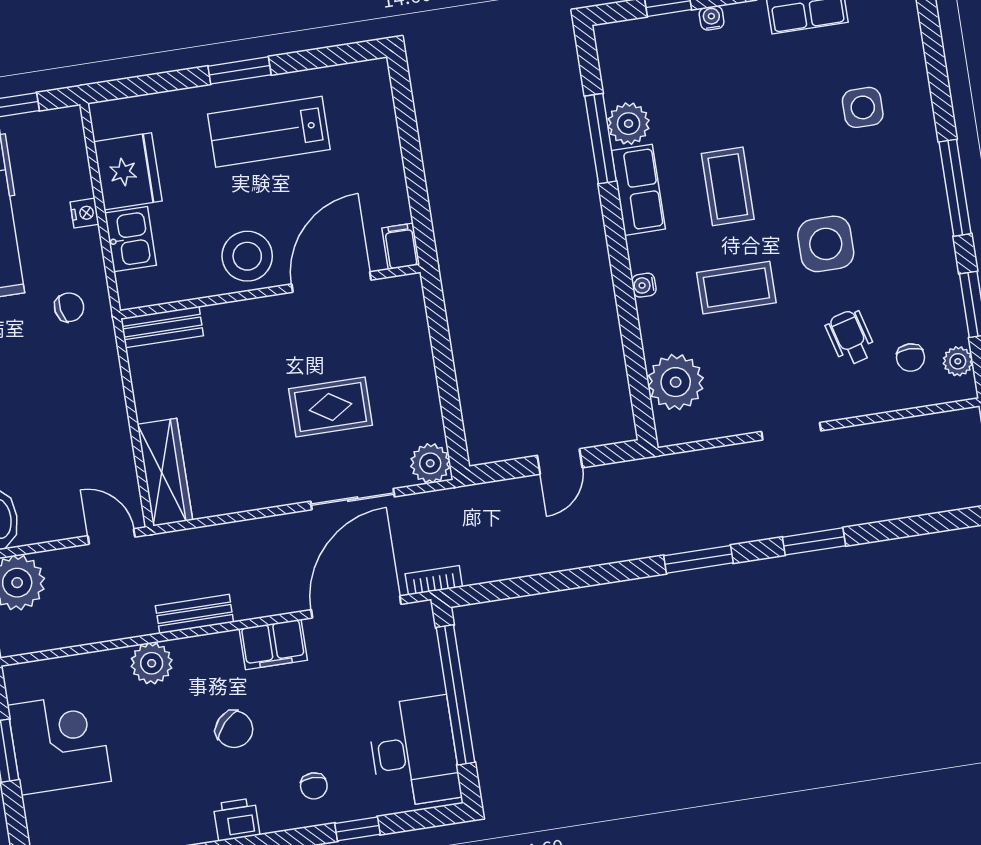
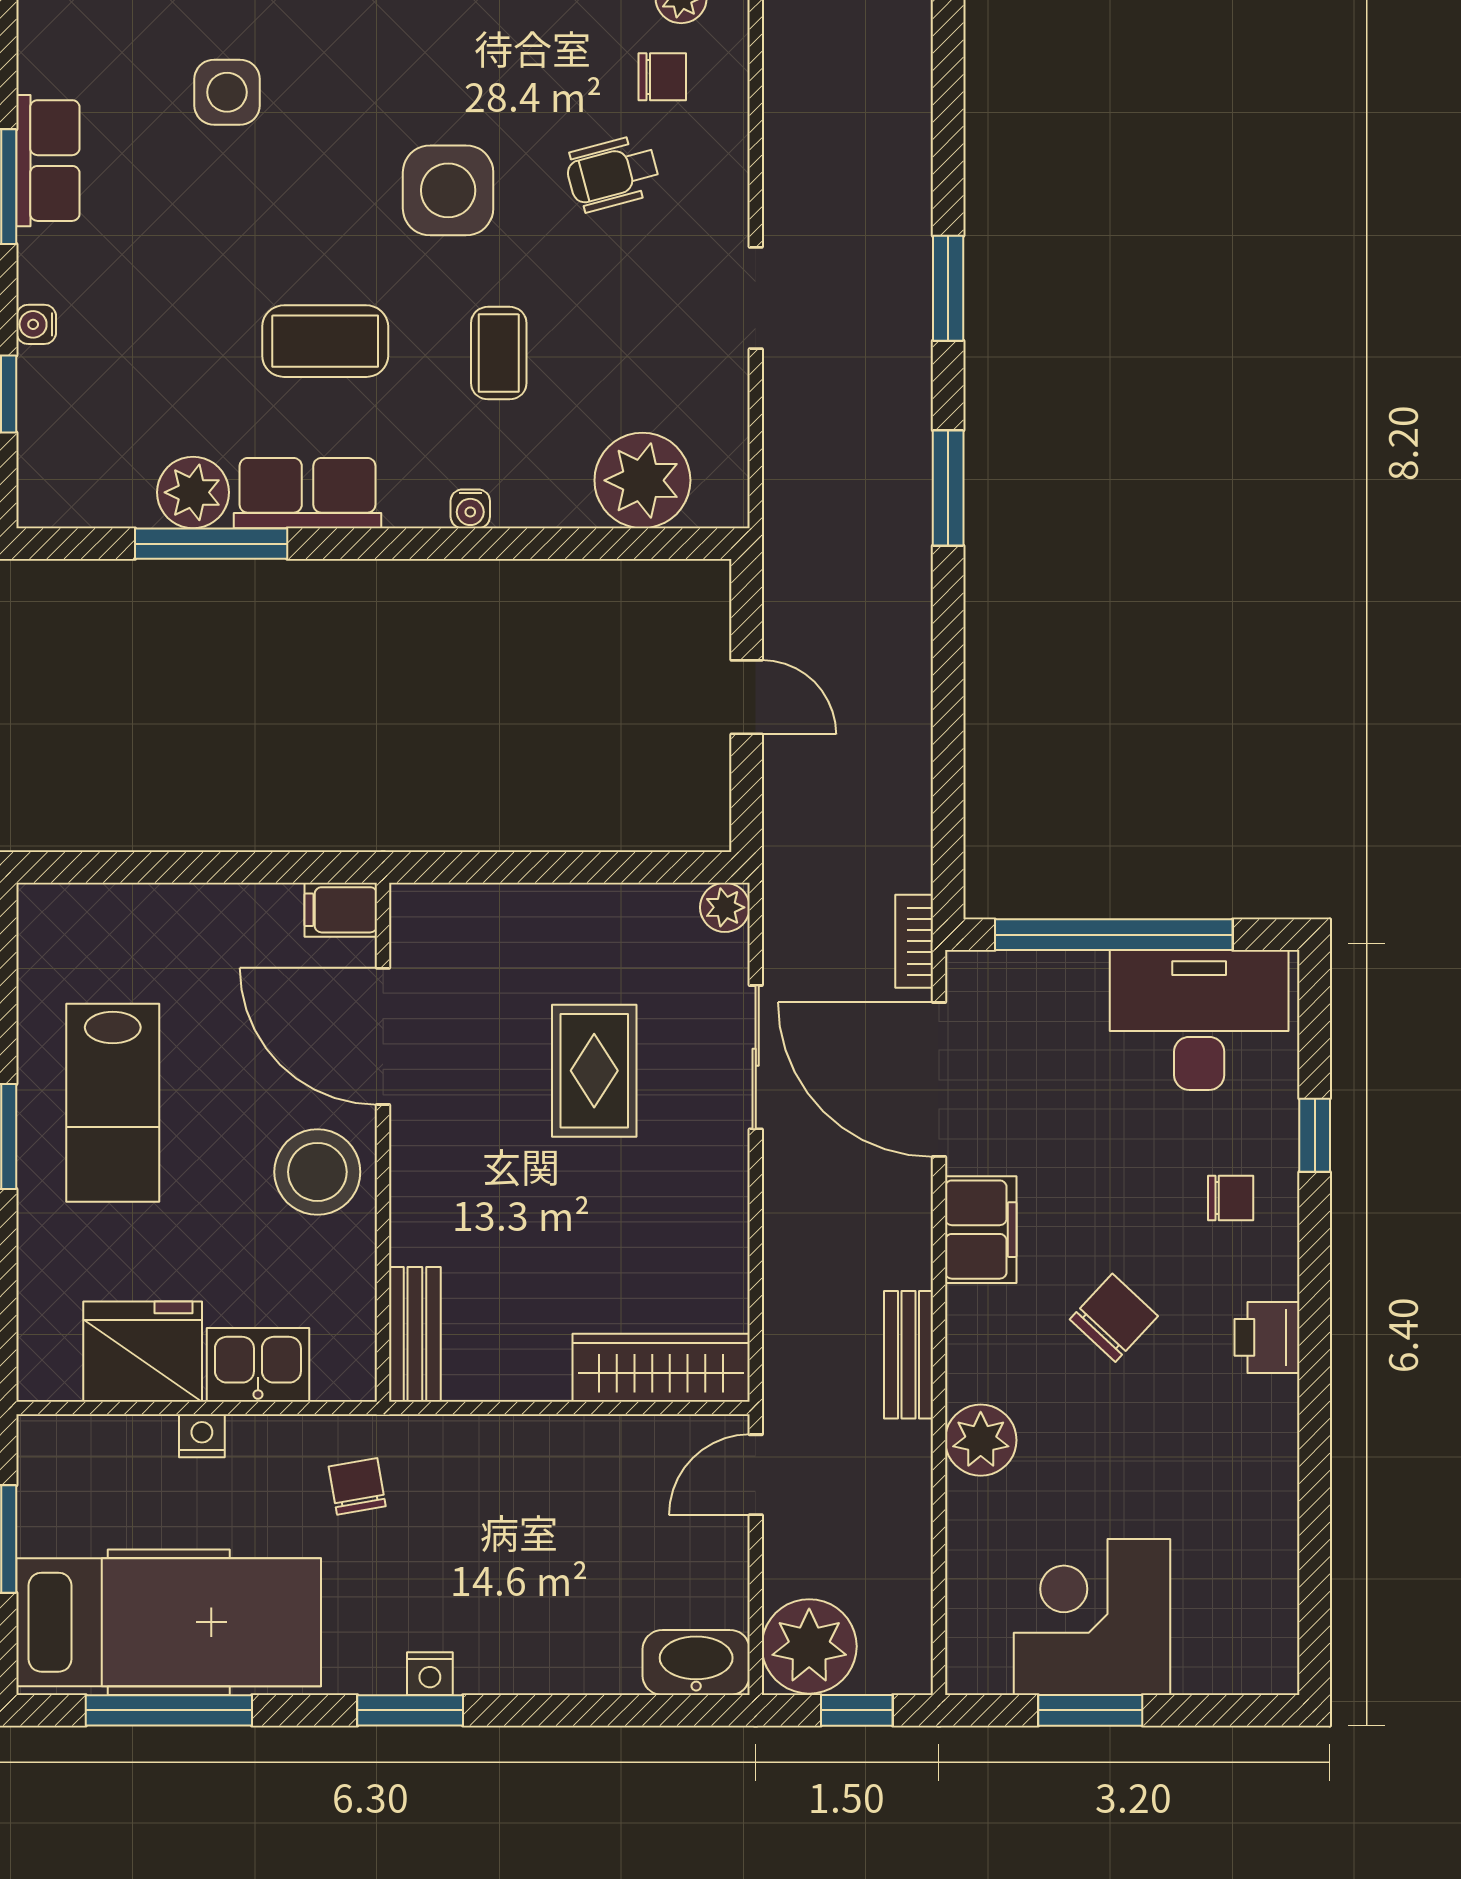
coffee table: (736, 288) -> (499, 353), width x0.73, depth x0.77
plant: (430, 463) -> (725, 907), width x0.73, depth x0.73

